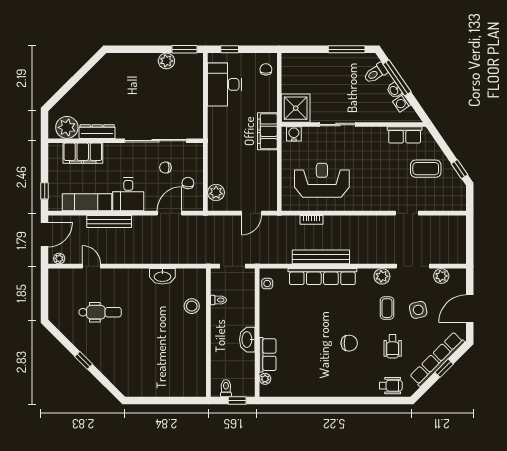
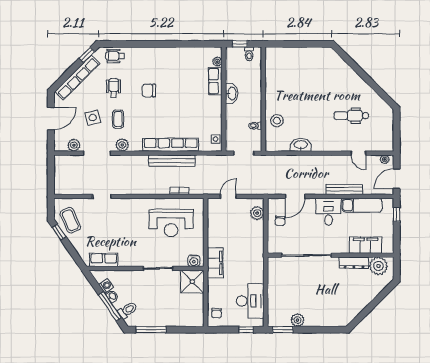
chair: (165, 168) -> (298, 233), removed
coffee table: (426, 169) -> (70, 220), moved, turned 66
window: (84, 360) -> (365, 77), removed
window: (444, 368) -> (87, 55), moved

